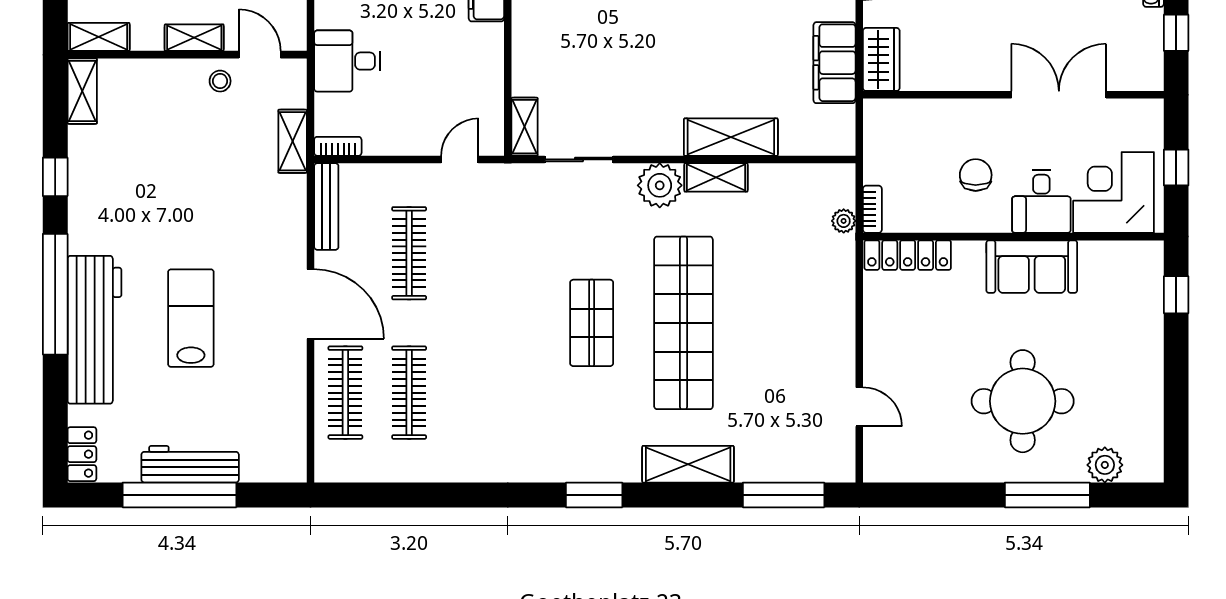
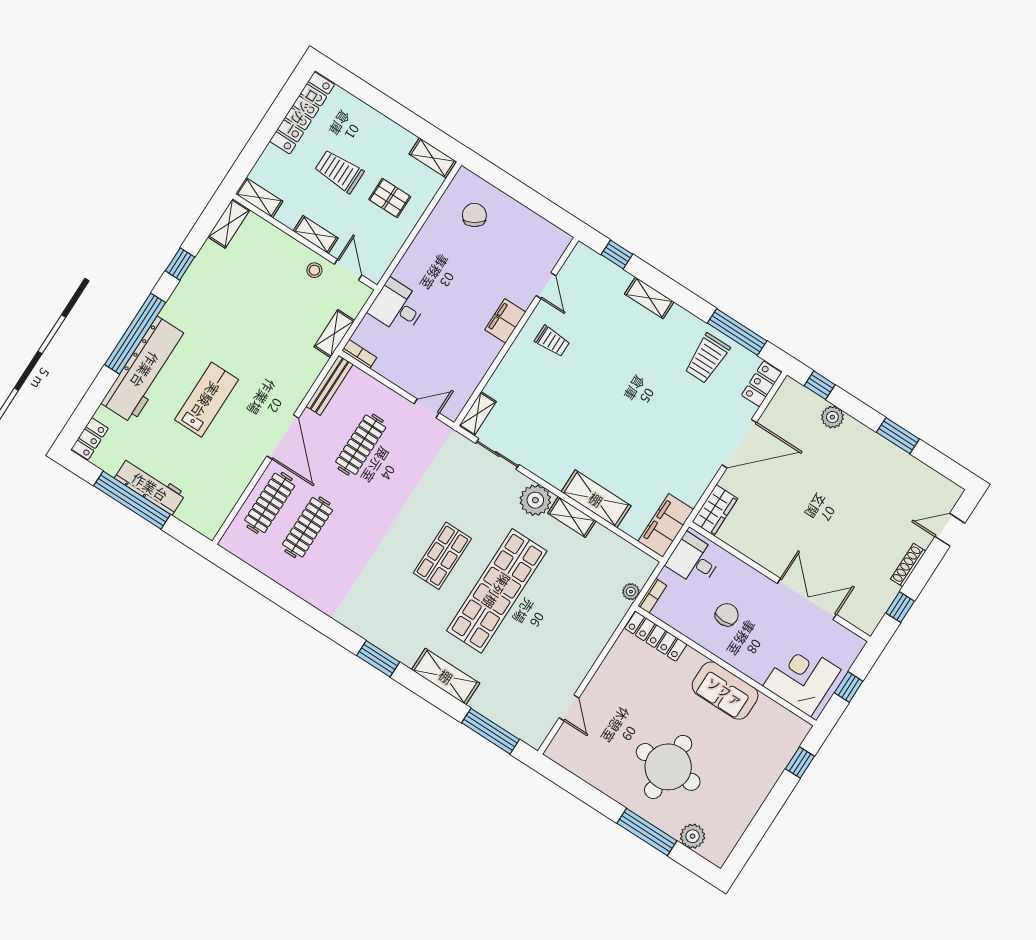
filing cabinet: (834, 63) -> (666, 525), moved
desk: (1041, 201) -> (694, 560), moved, turned 90

